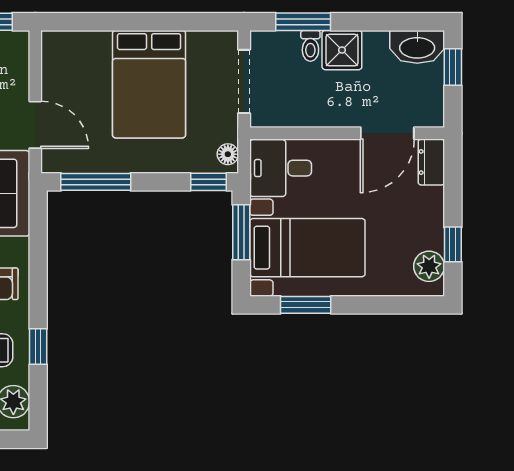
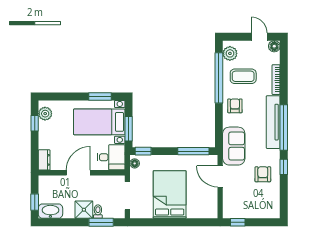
door: (387, 133) -> (78, 173), moved
window: (38, 347) -> (219, 78), width x3.17

